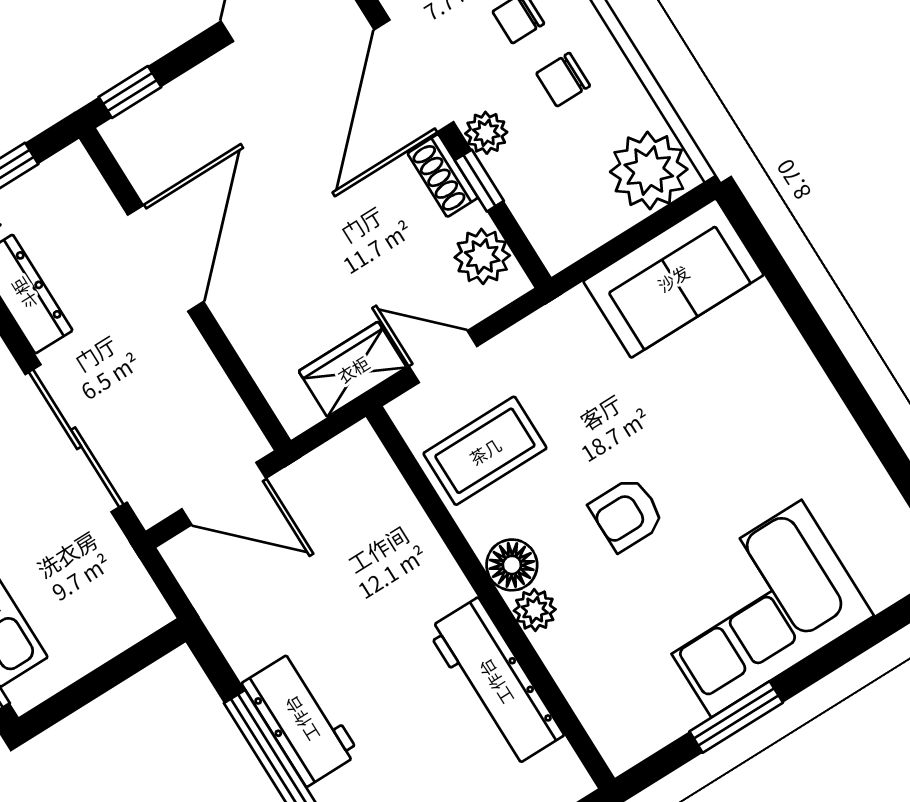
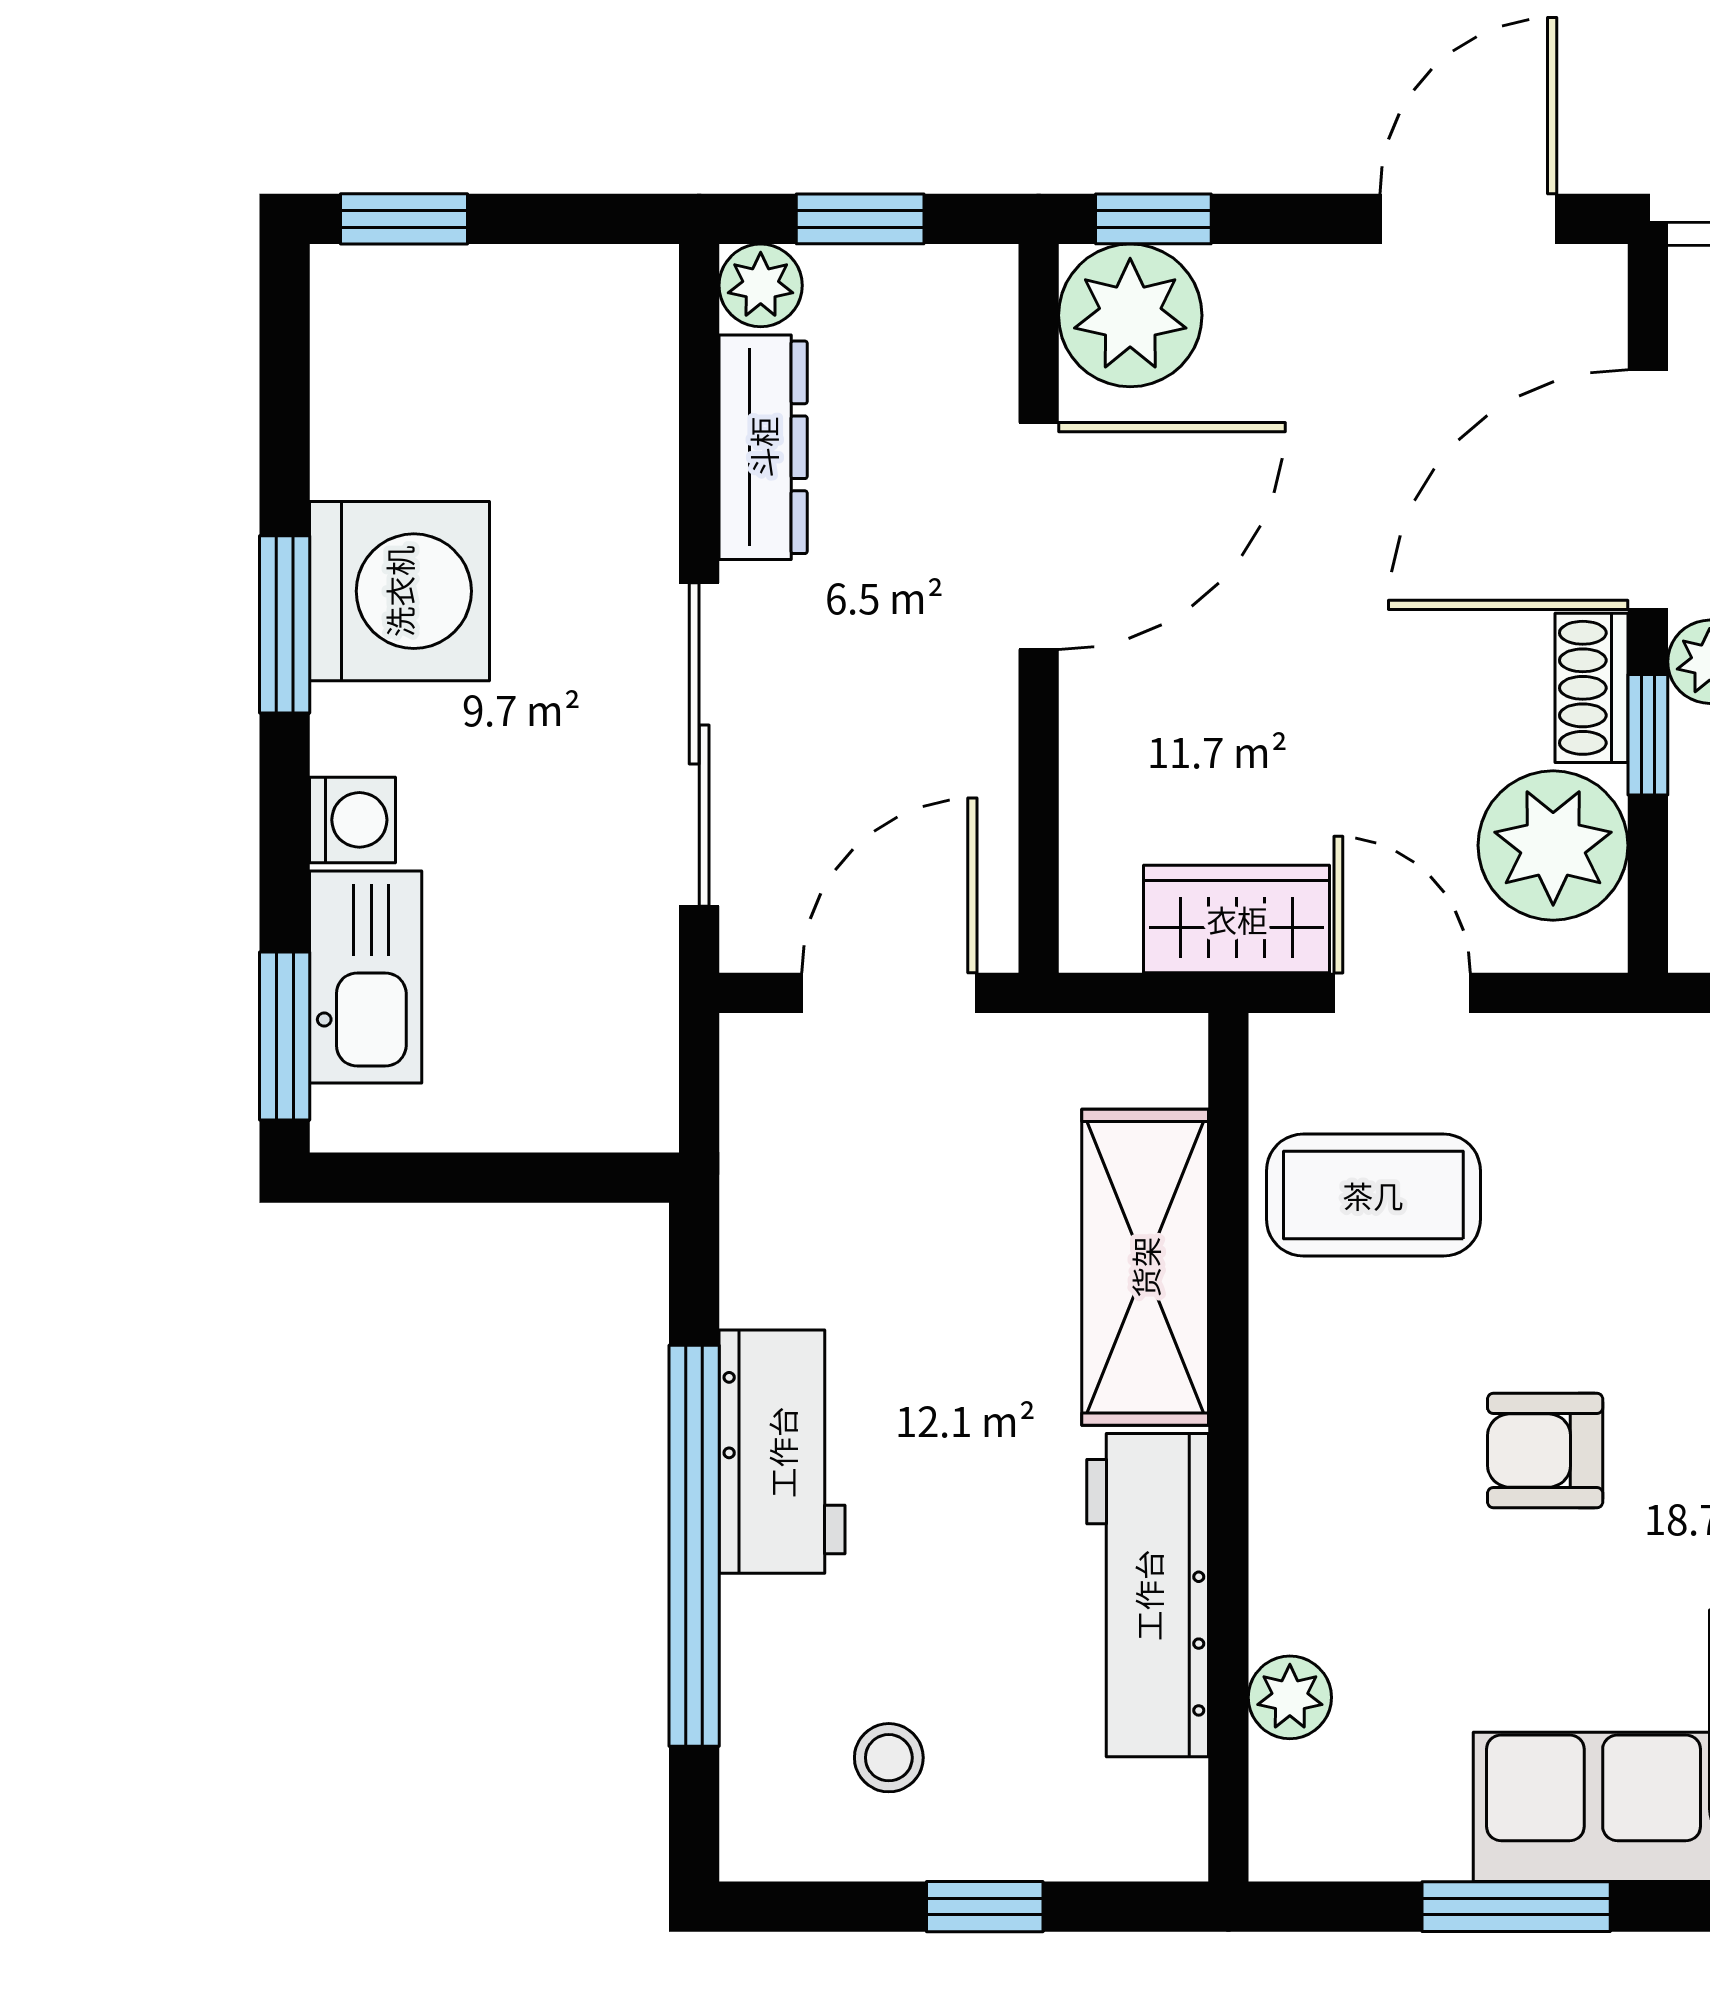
plant: (146, 140) -> (1130, 315), added
plant: (482, 256) -> (1553, 845), width x1.36, depth x1.36
door: (224, 494) -> (889, 993), swing flipped
shelving: (407, 543) -> (1145, 1267), added
floor lamp: (512, 565) -> (1299, 1415), removed
plant: (535, 610) -> (1290, 1697), moved

